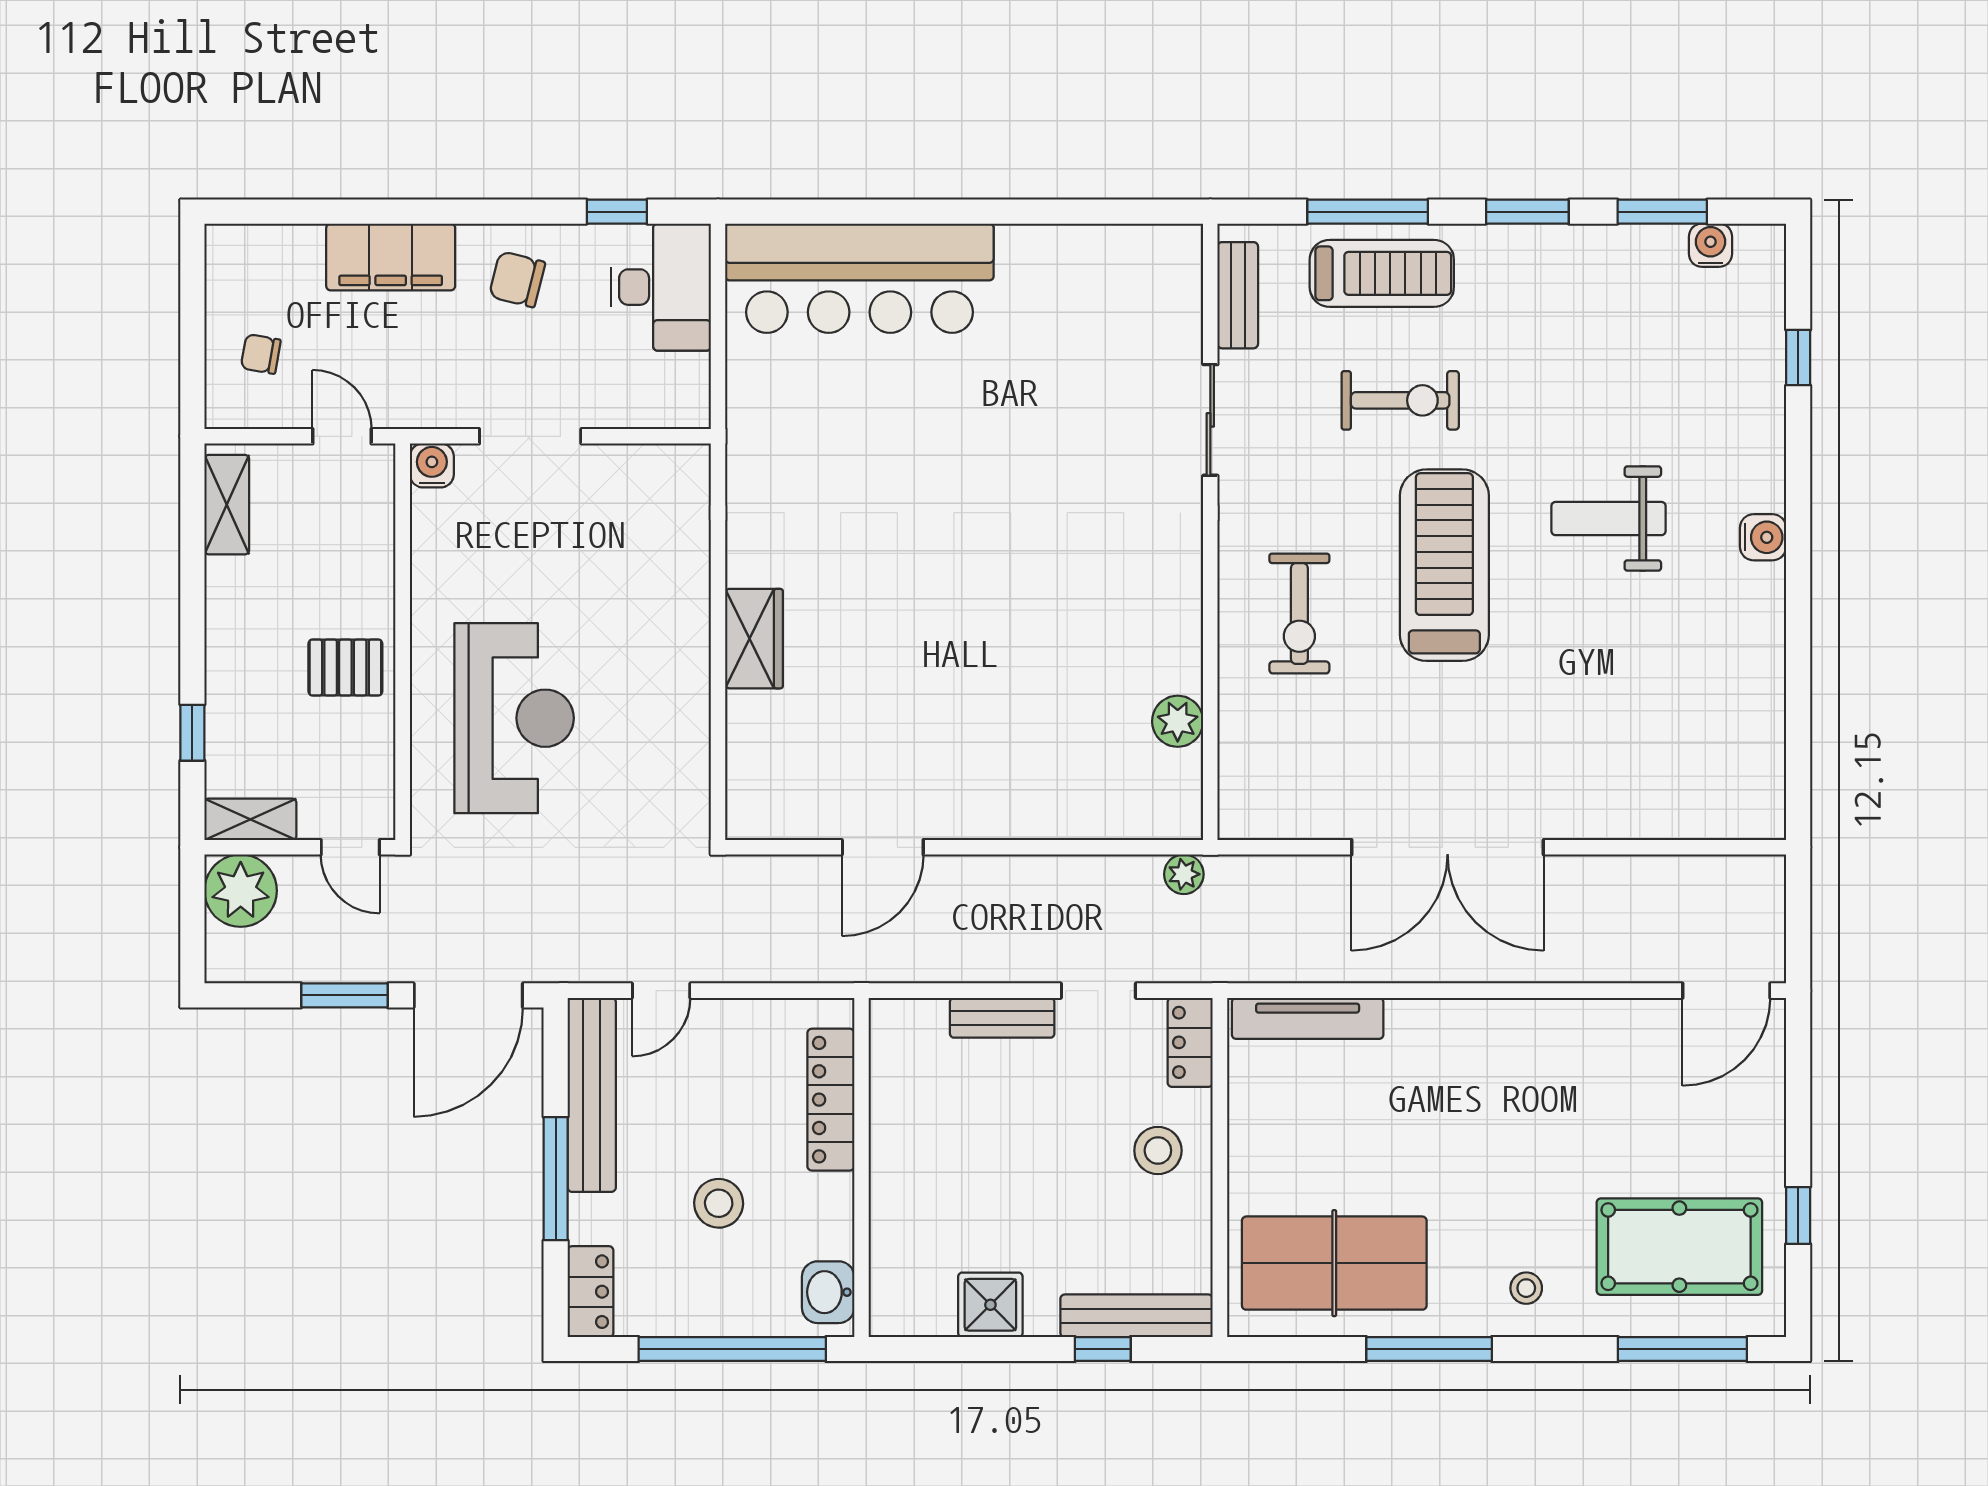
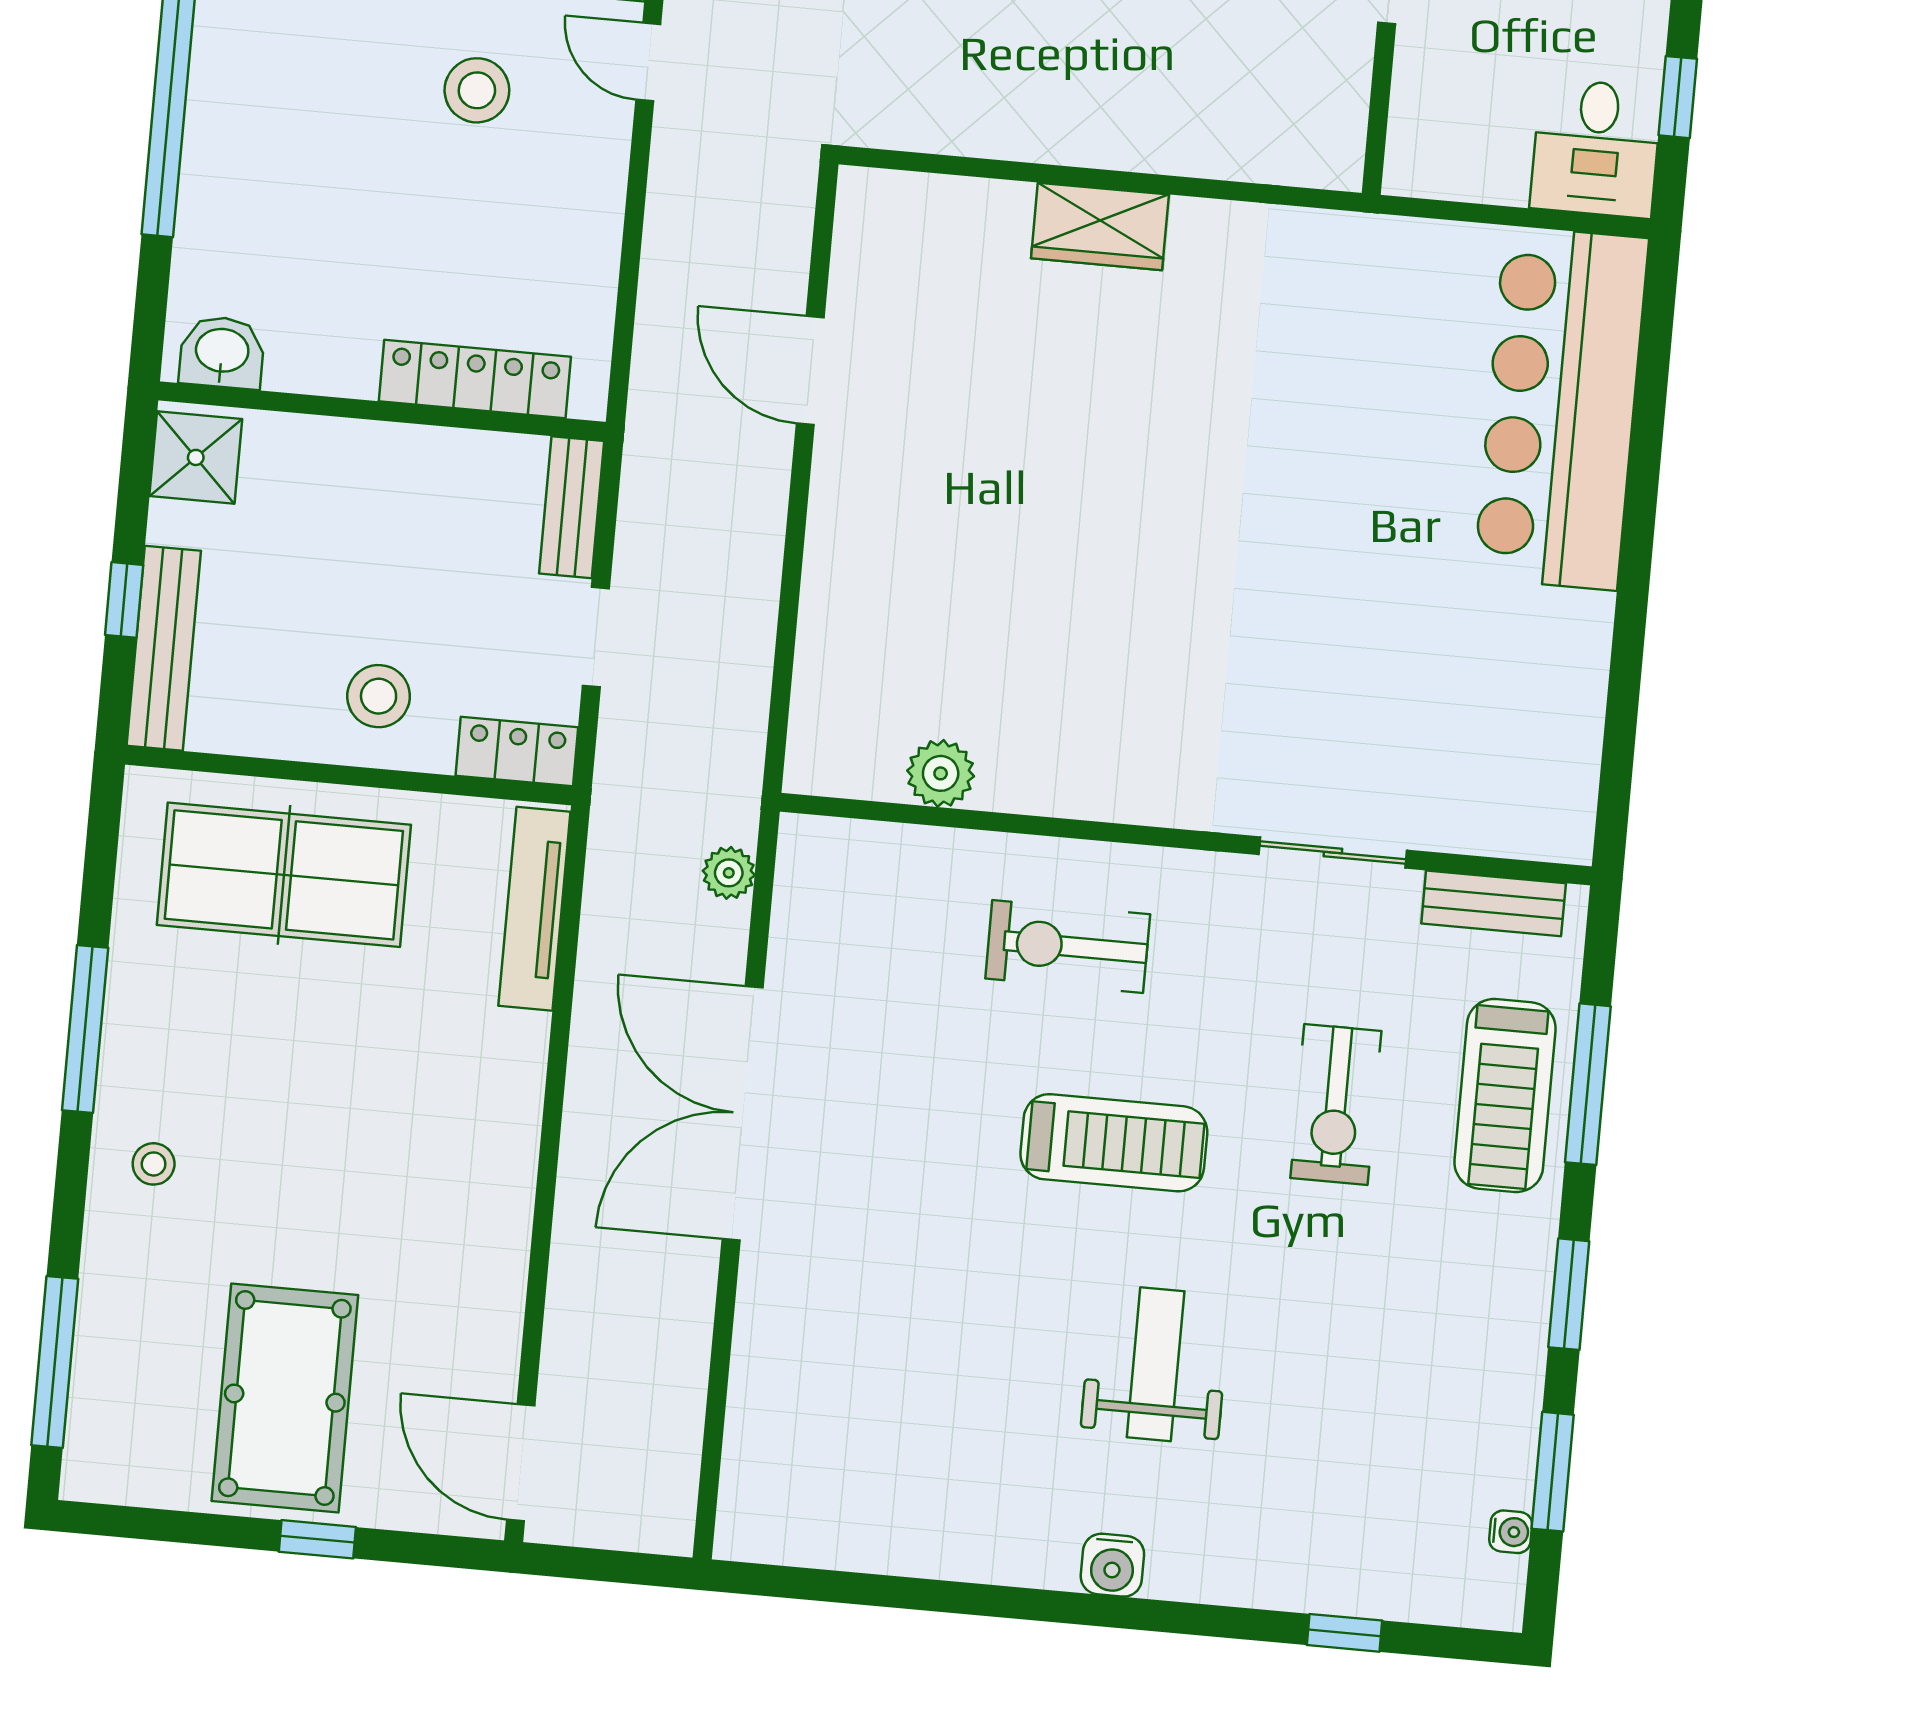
water cooler: (1711, 245) -> (1511, 1532), width x0.72, depth x0.72
desk: (661, 287) -> (1596, 148), width x0.73
treadmill: (1444, 565) -> (1114, 1143), width x0.73, depth x0.73
plant: (1184, 874) -> (729, 873), moved
locker: (831, 1100) -> (475, 379), moved
wall: (861, 1167) -> (382, 411), moved
stool: (719, 1203) -> (477, 90), moved
window: (1798, 1215) -> (317, 1539), moved
pool table: (1679, 1247) -> (285, 1398), moved
table tennis table: (1334, 1263) -> (284, 875), moved, turned 90
washbasin: (828, 1292) -> (222, 352), moved

